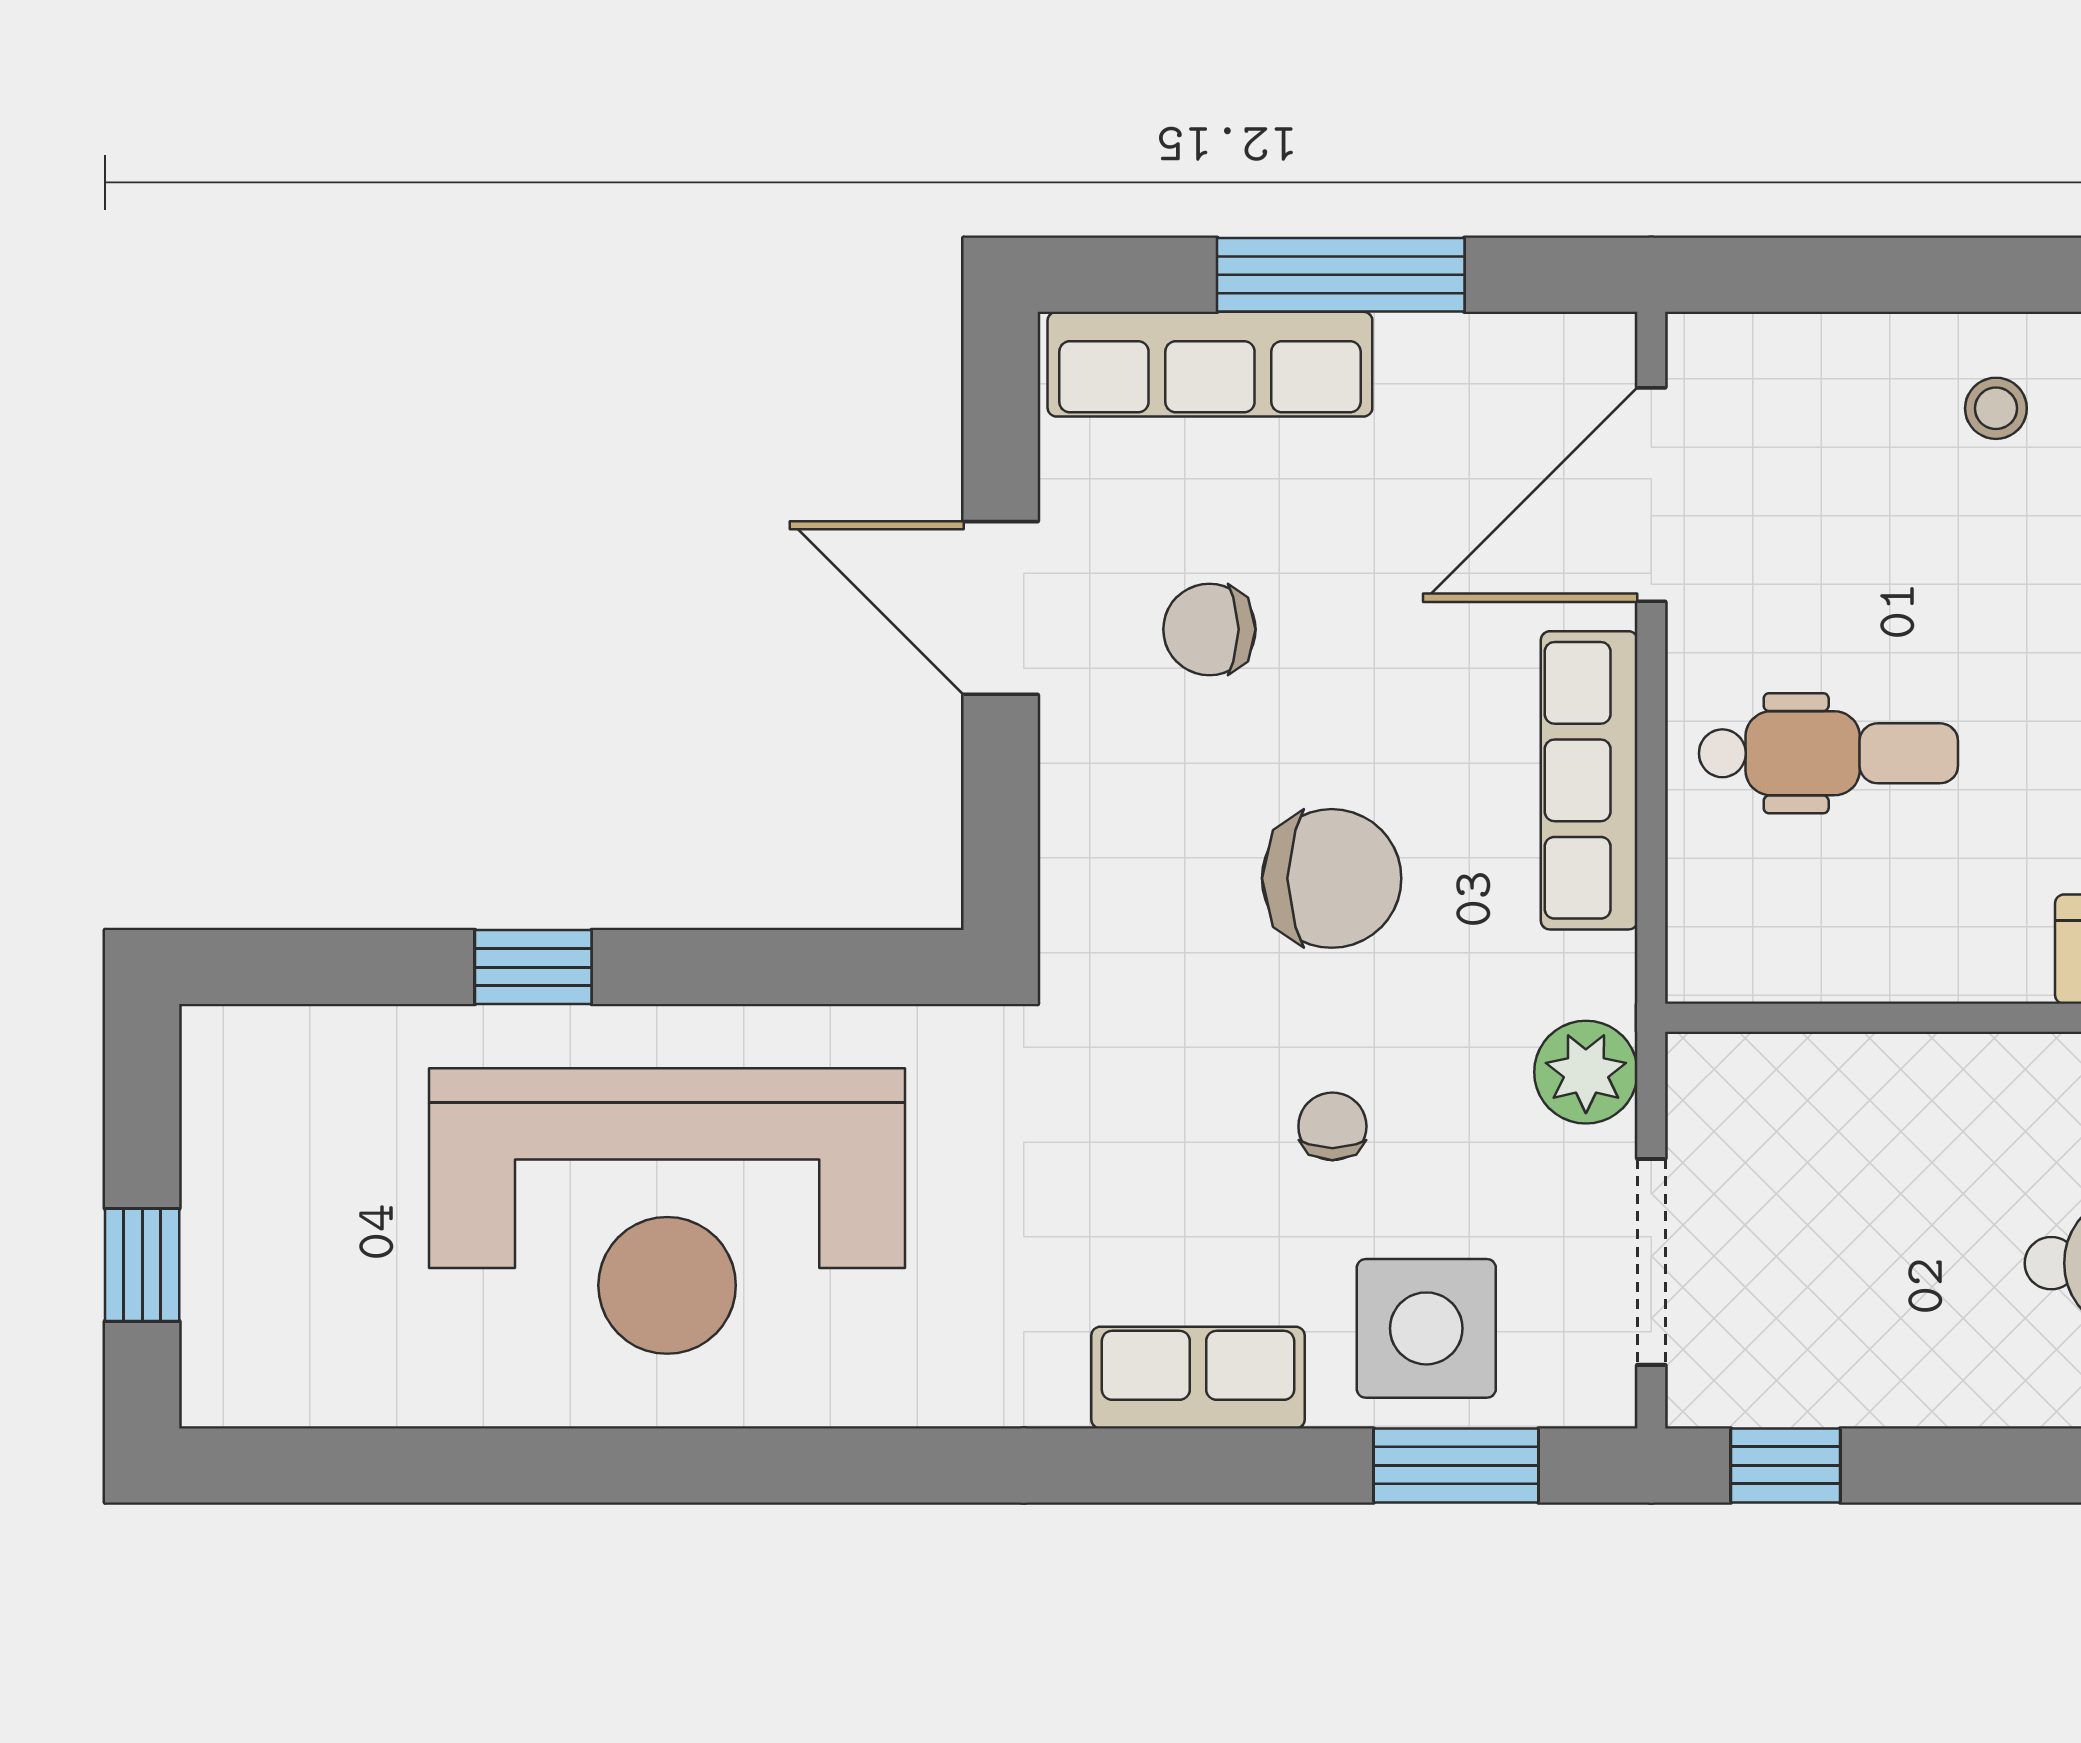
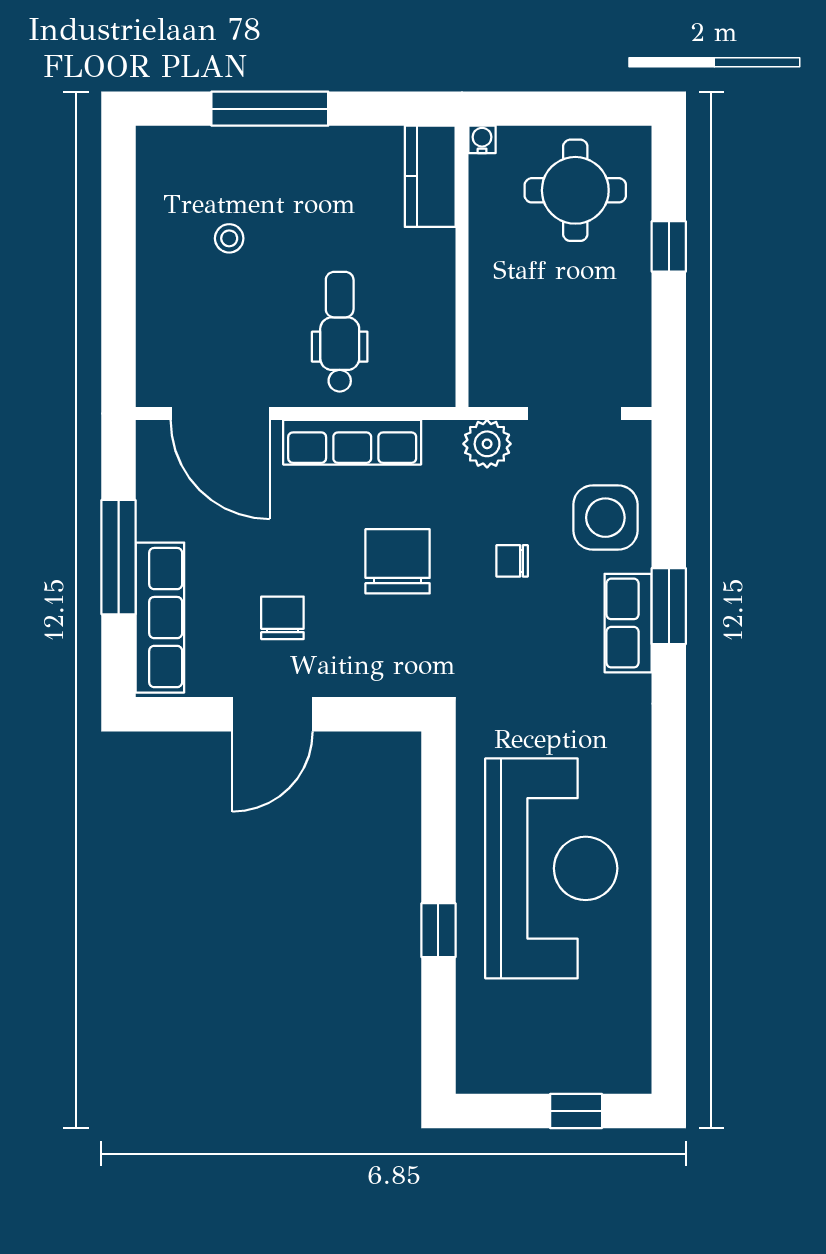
stool: (1996, 408) -> (229, 238), moved
chair: (1209, 629) -> (282, 618), turned 180
window: (1456, 1465) -> (669, 606), moved
window: (1785, 1465) -> (669, 246), moved

